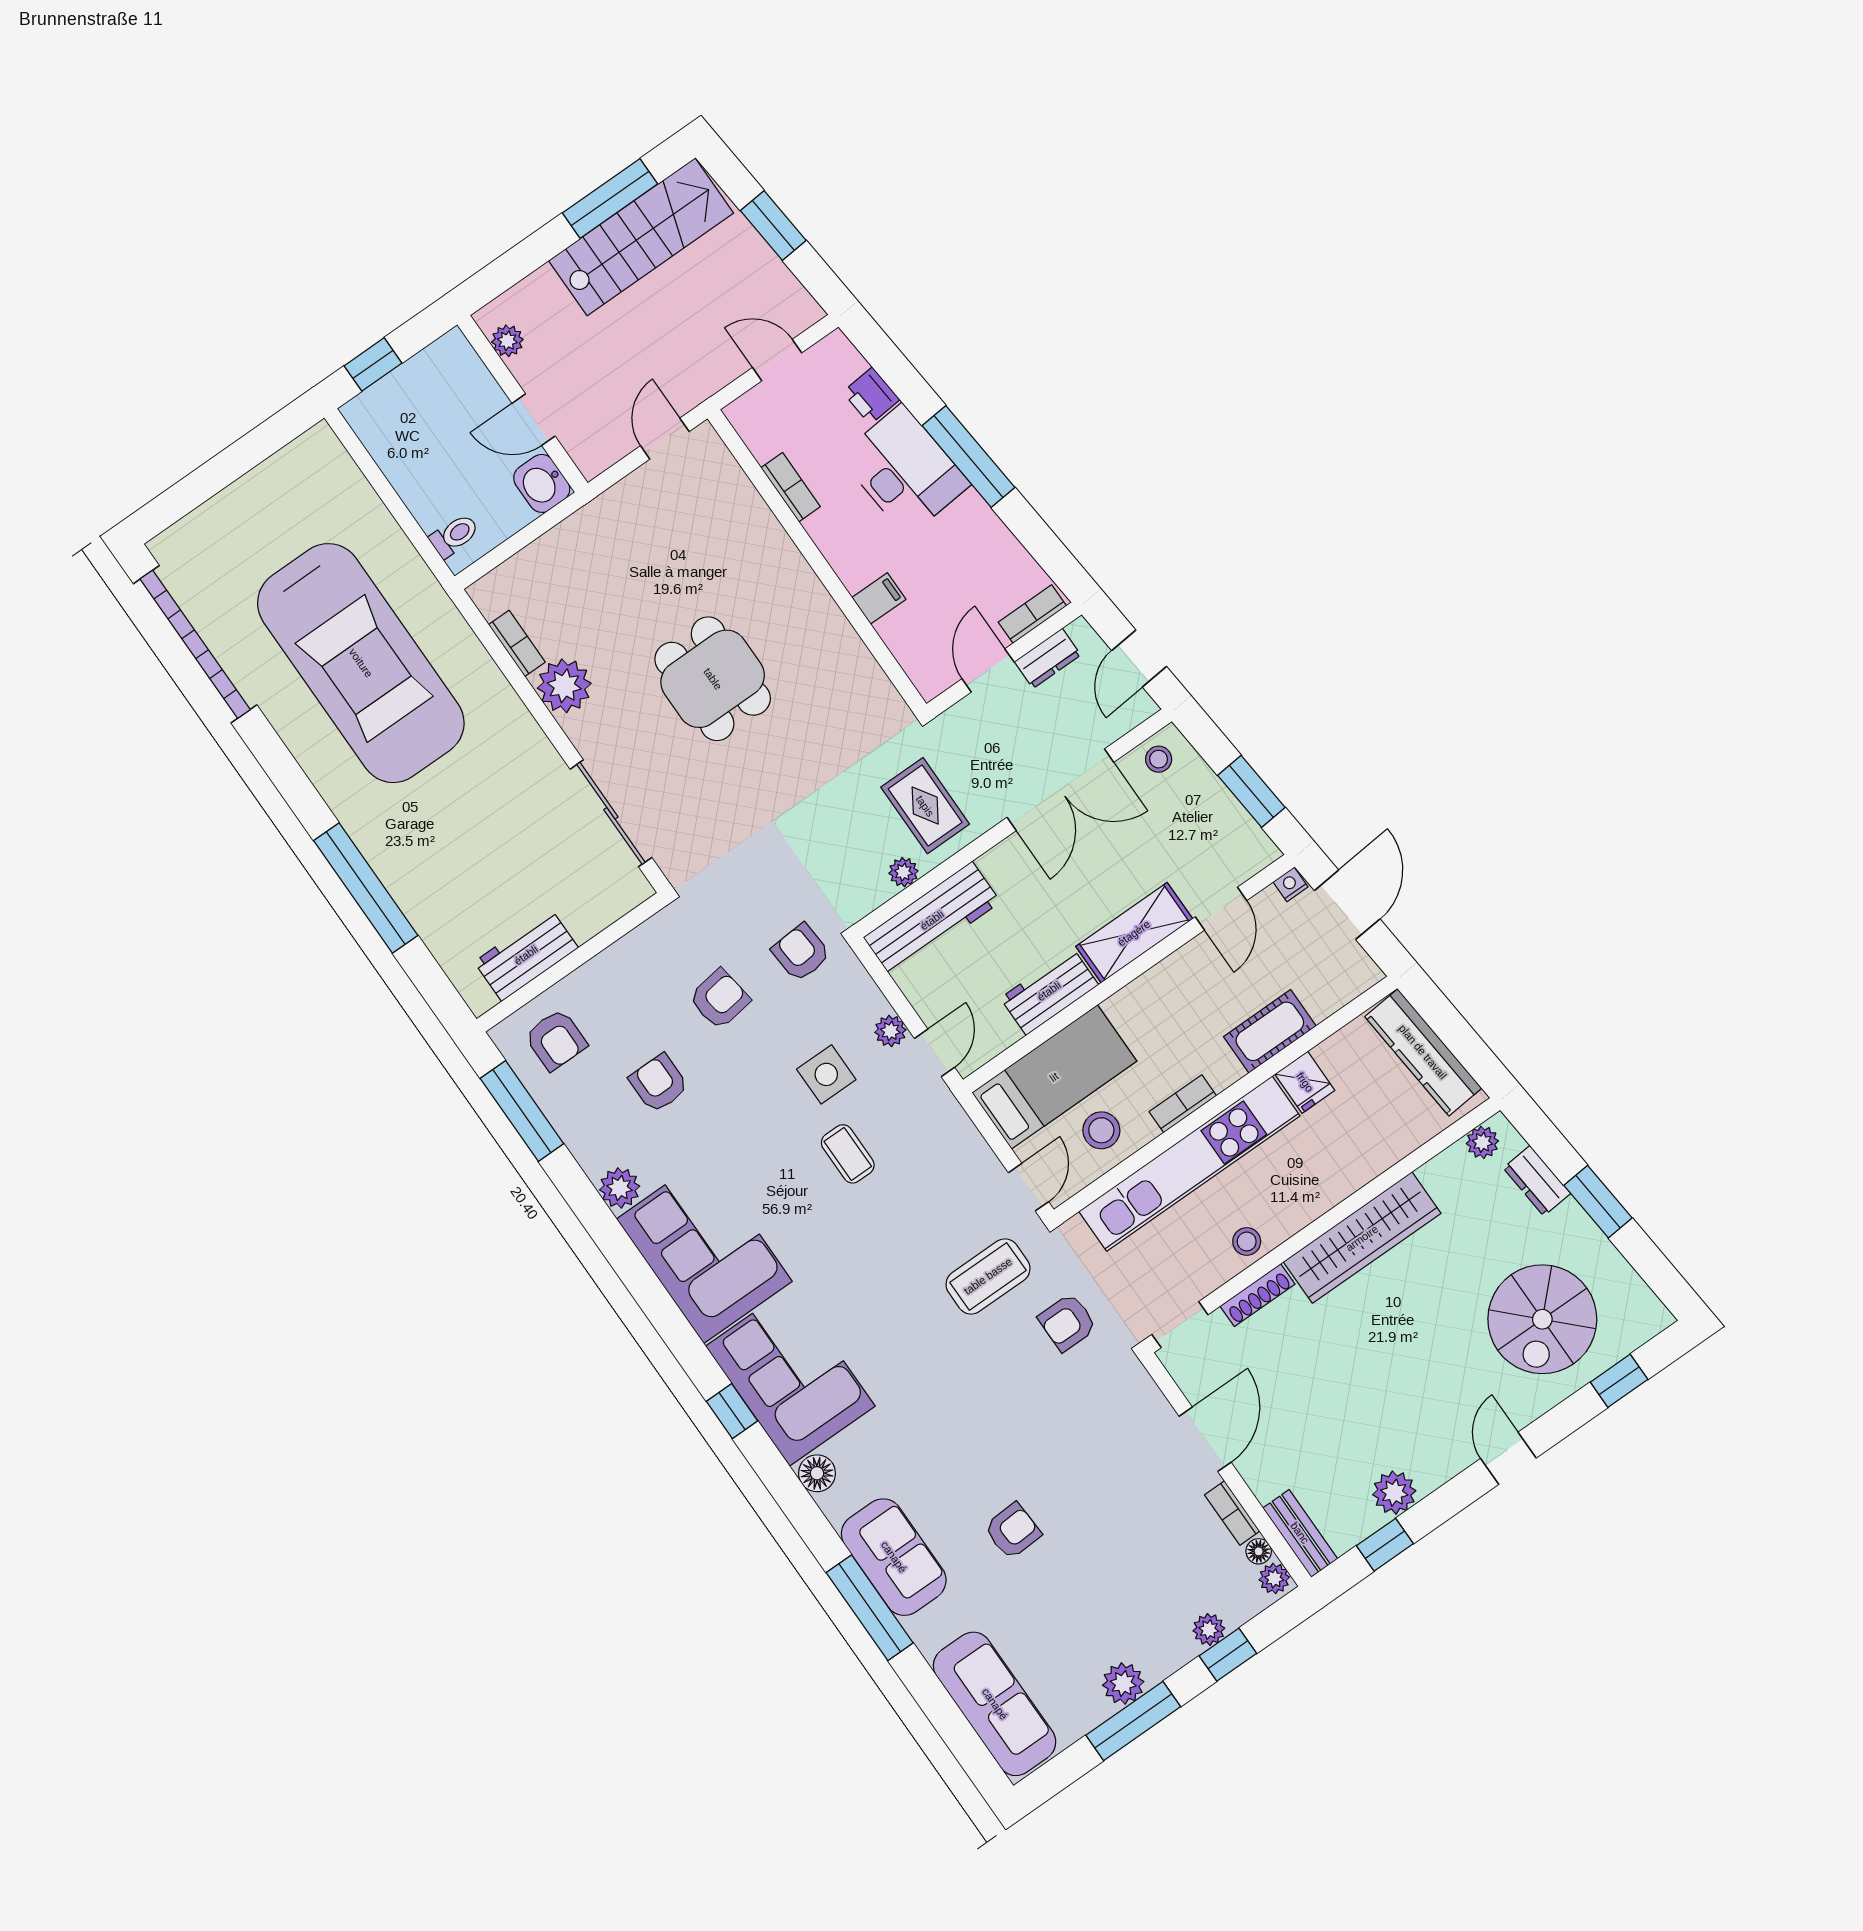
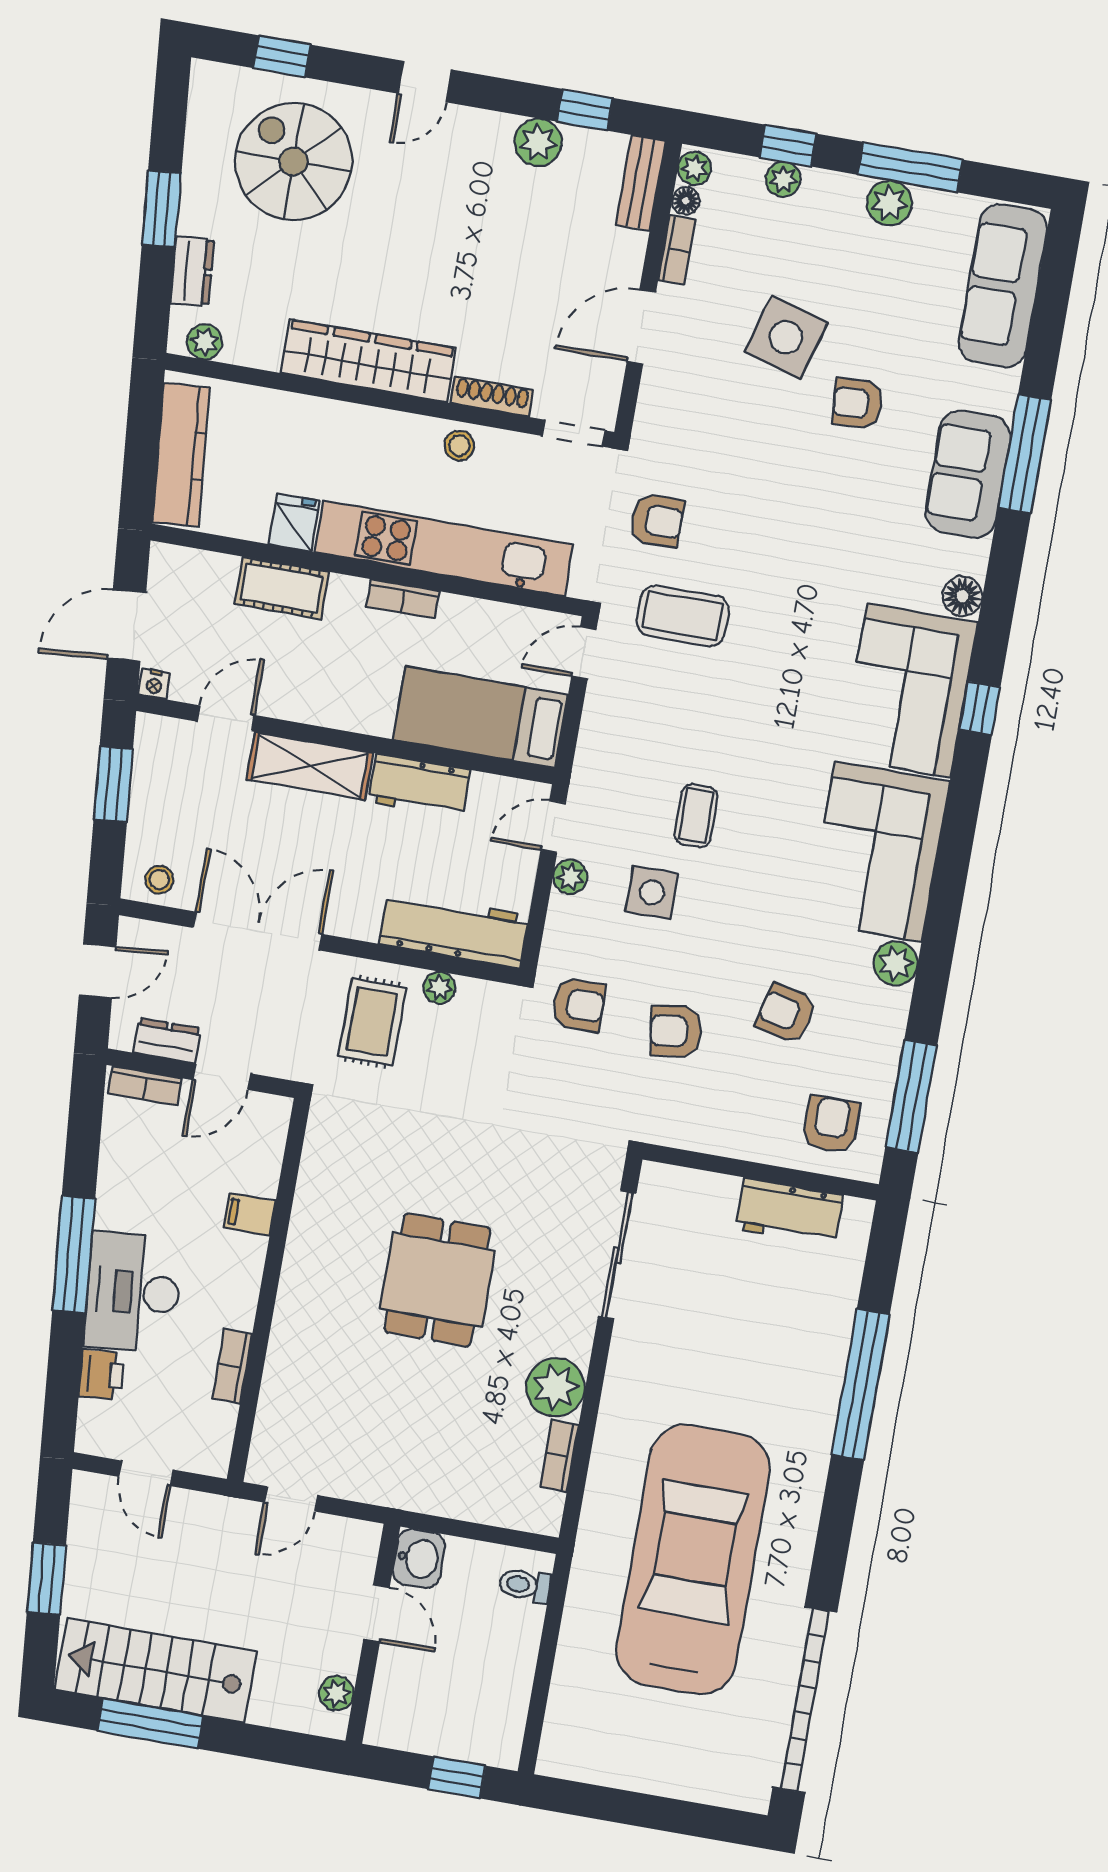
armchair: (801, 952) -> (578, 1005), turned -86
armchair: (659, 1083) -> (786, 1013), turned 103
stool: (1101, 1130) -> (485, 641), removed
spiral stairs: (1542, 1319) -> (294, 162), turned -90
side table: (1103, 1527) -> (786, 337), added

